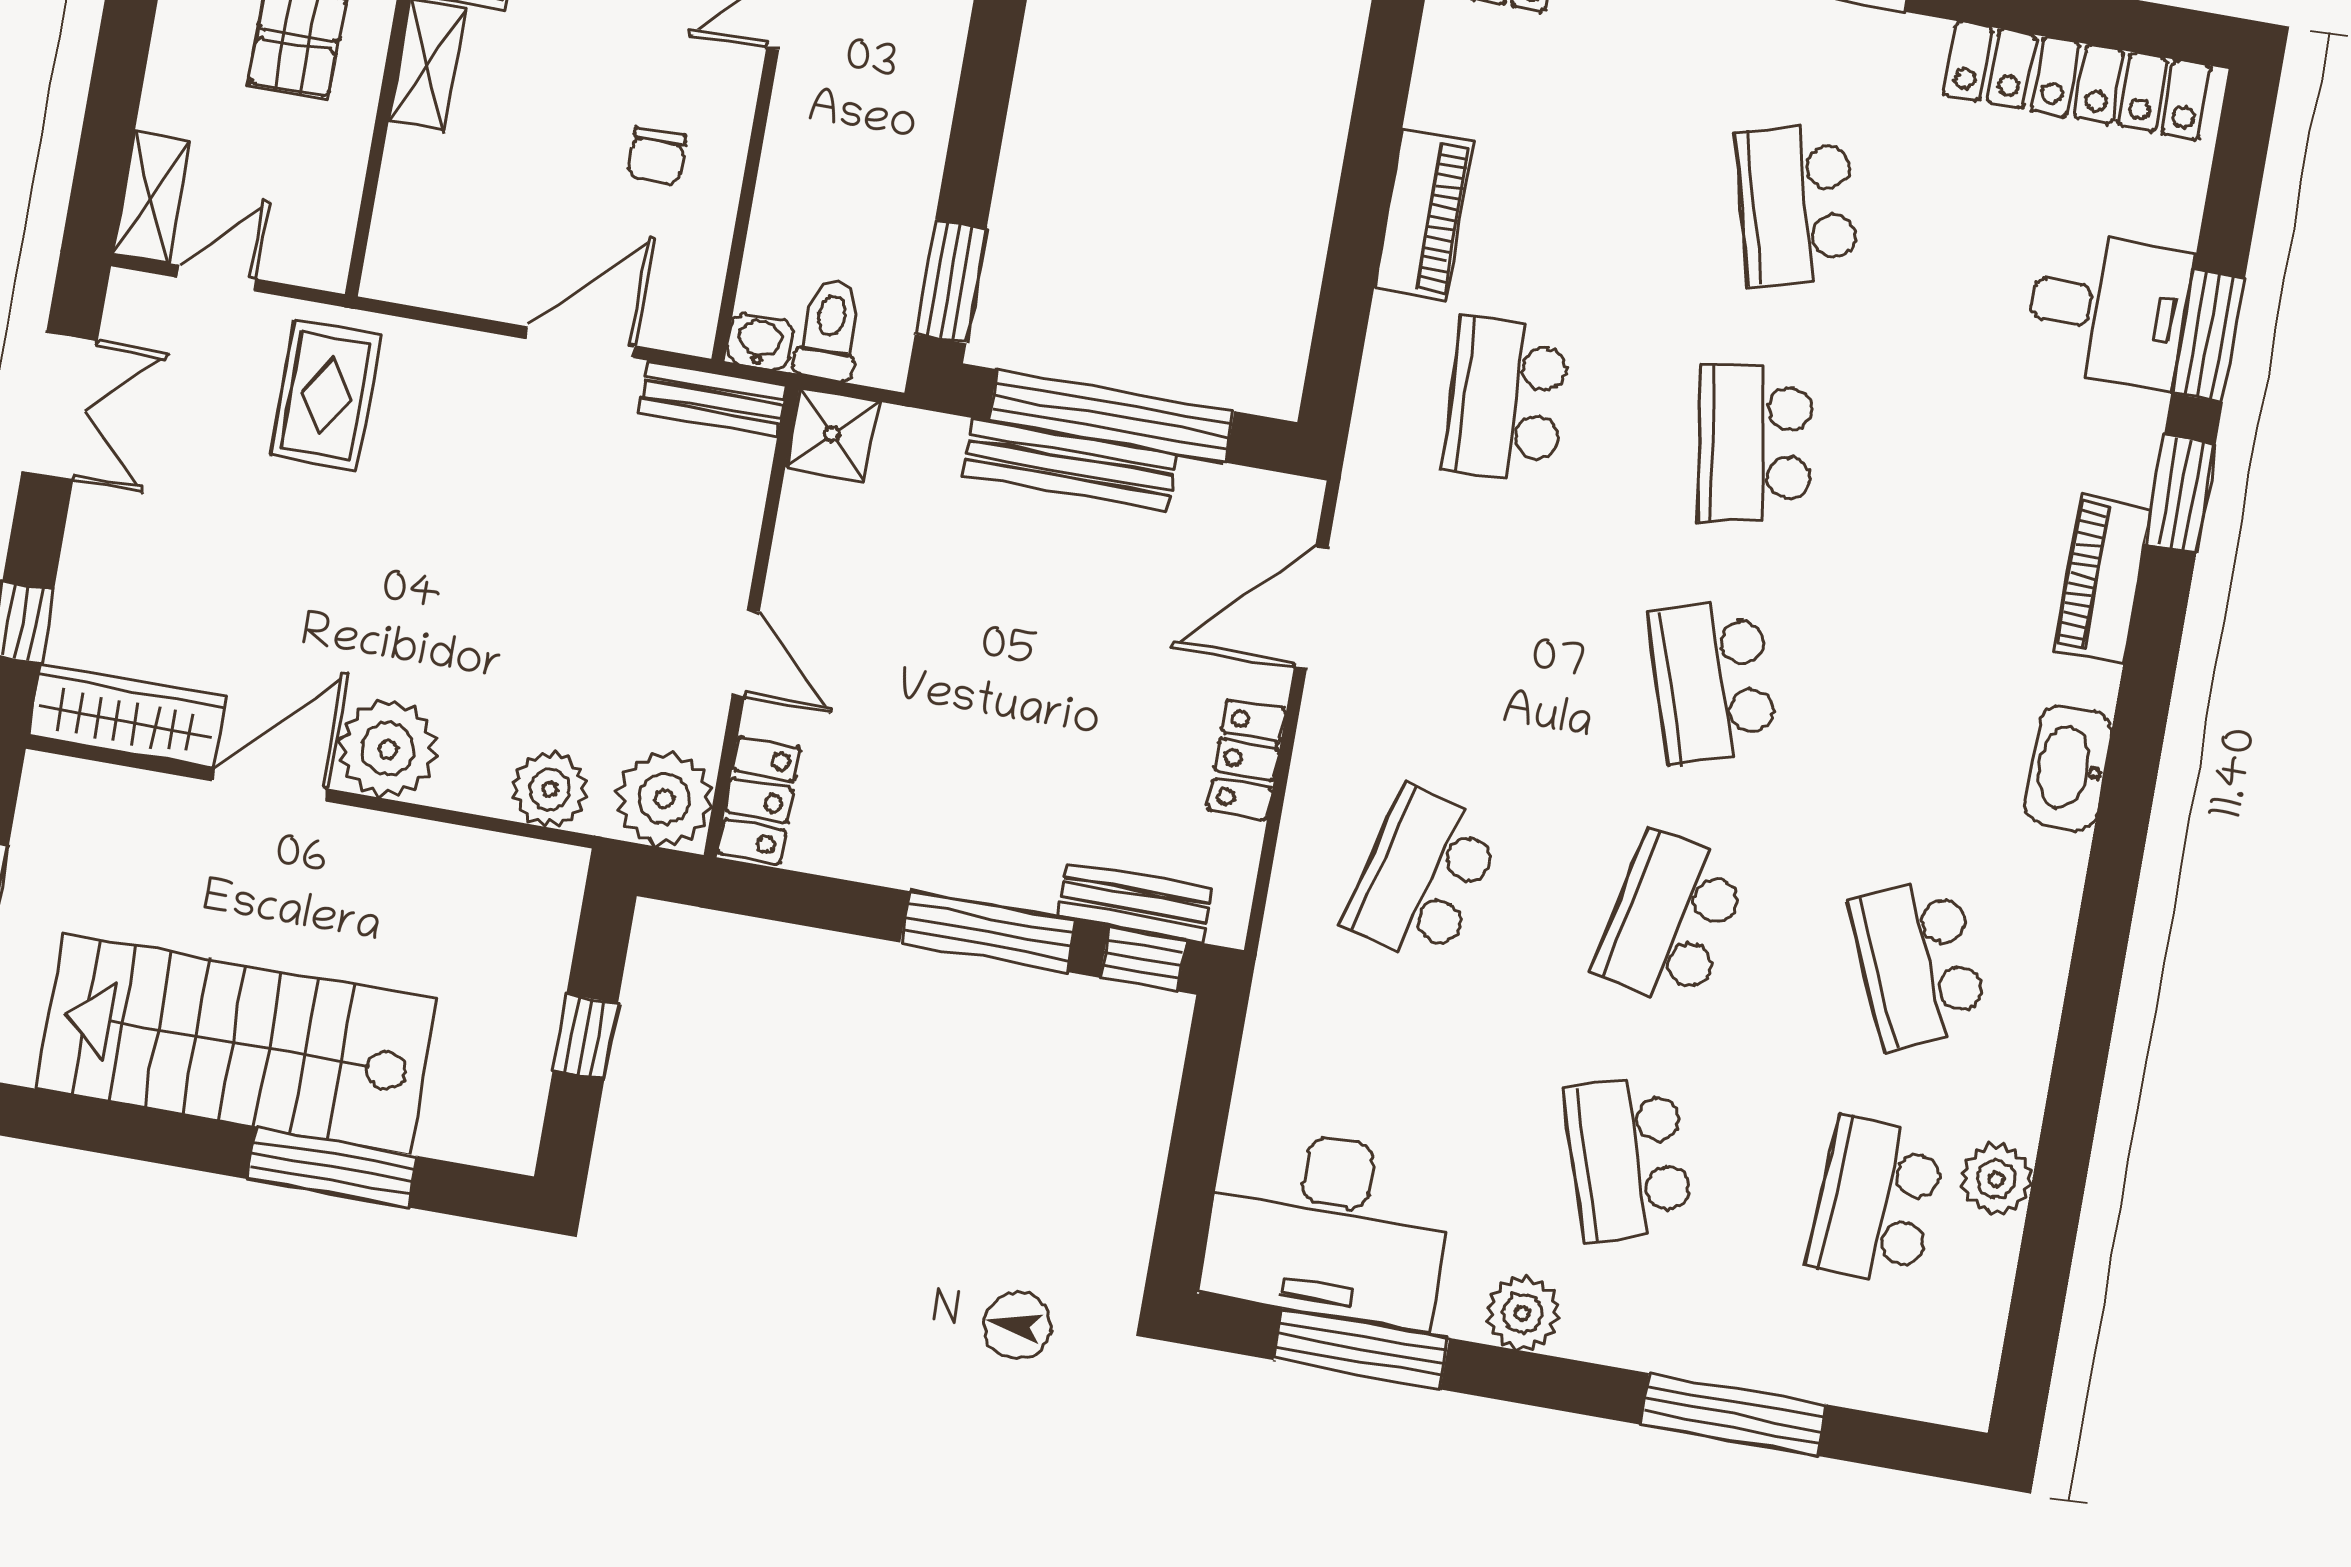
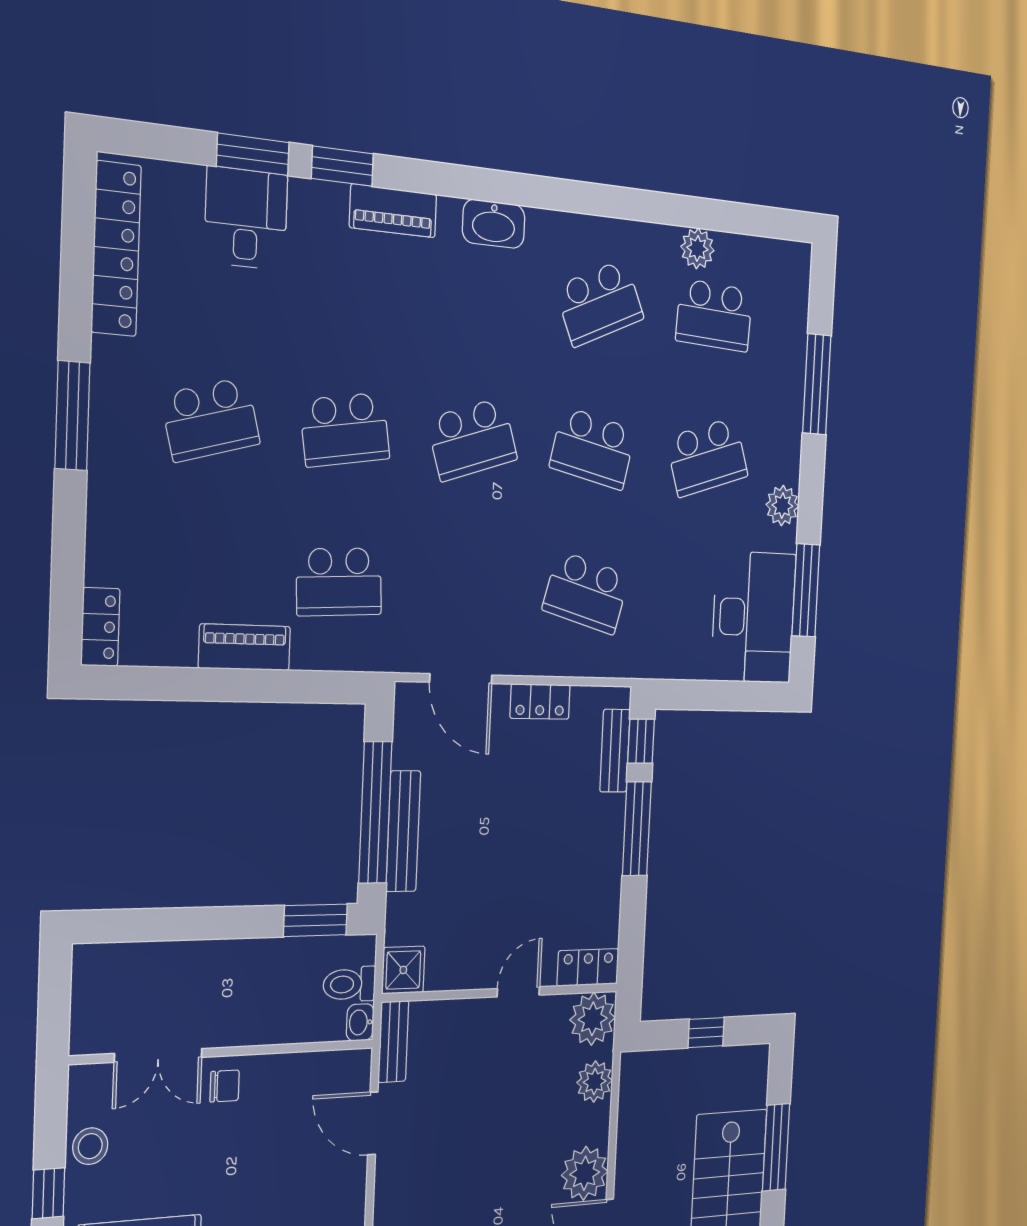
chair: (657, 156) -> (225, 1086), moved

